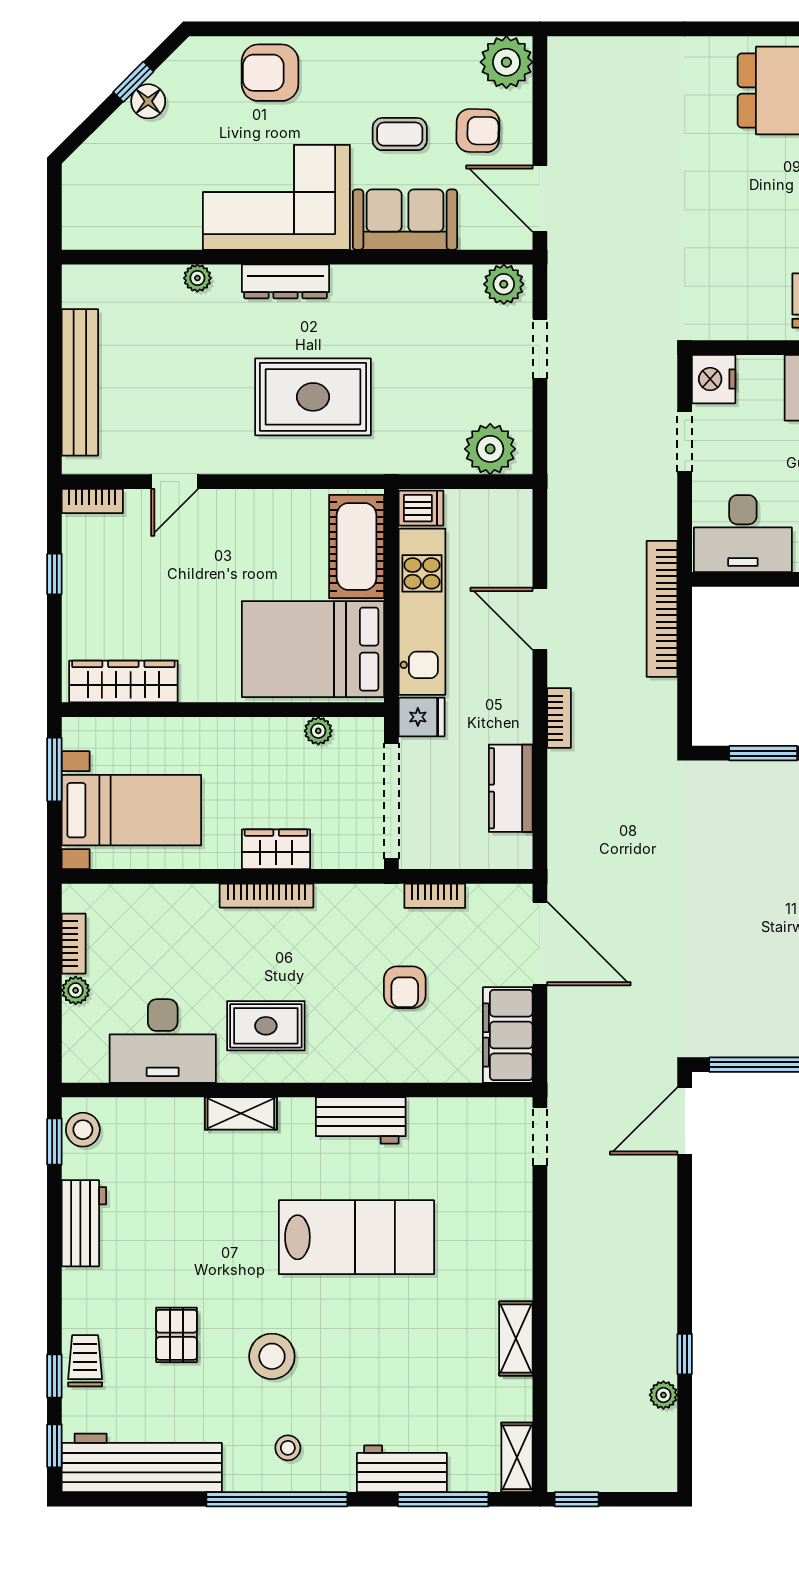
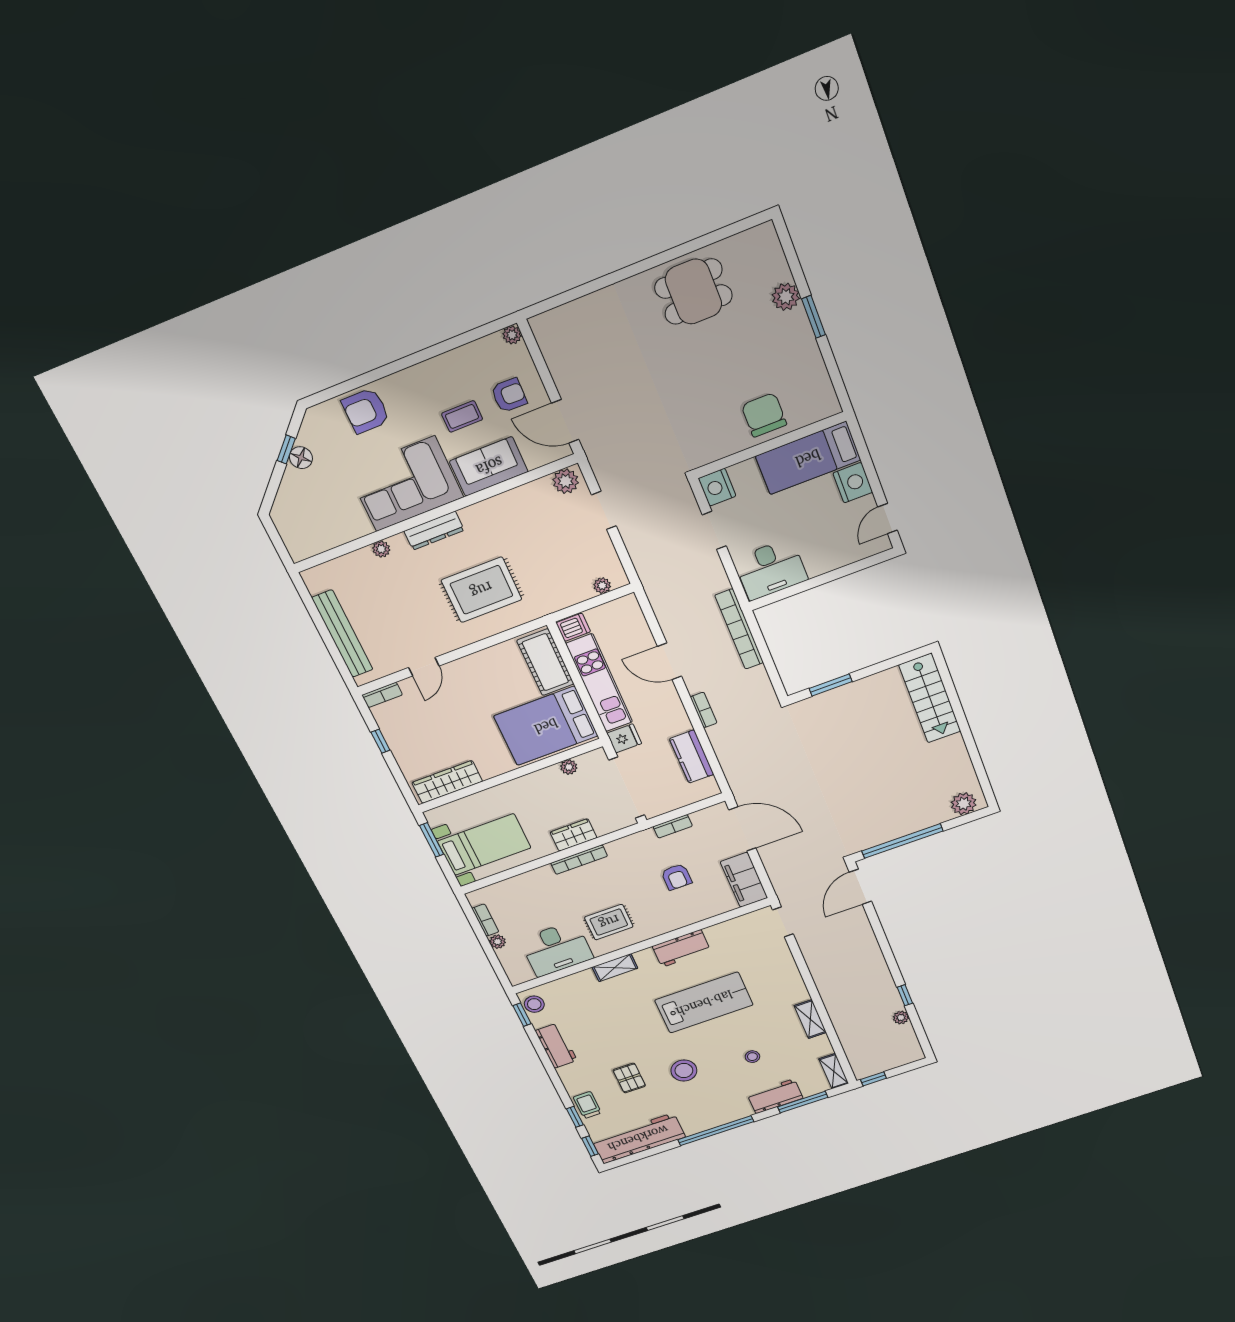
plant: (506, 62) -> (512, 335), width x0.53, depth x0.53
plant: (490, 449) -> (602, 586), width x0.53, depth x0.53
stool: (288, 1448) -> (752, 1057), moved

